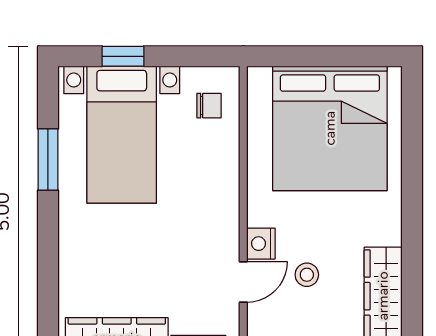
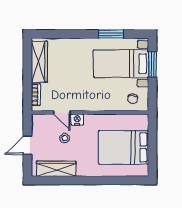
window: (123, 56) -> (152, 64), width x1.50
bed: (330, 128) -> (124, 147), width x0.73

